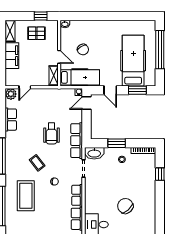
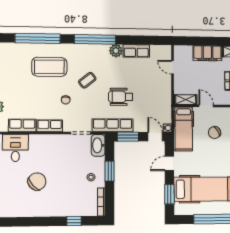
door: (59, 57) -> (206, 106), swing flipped
plant: (11, 94) -> (116, 51), moved
window: (87, 127) -> (128, 137), added

